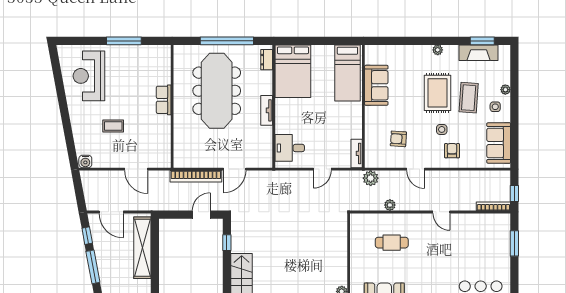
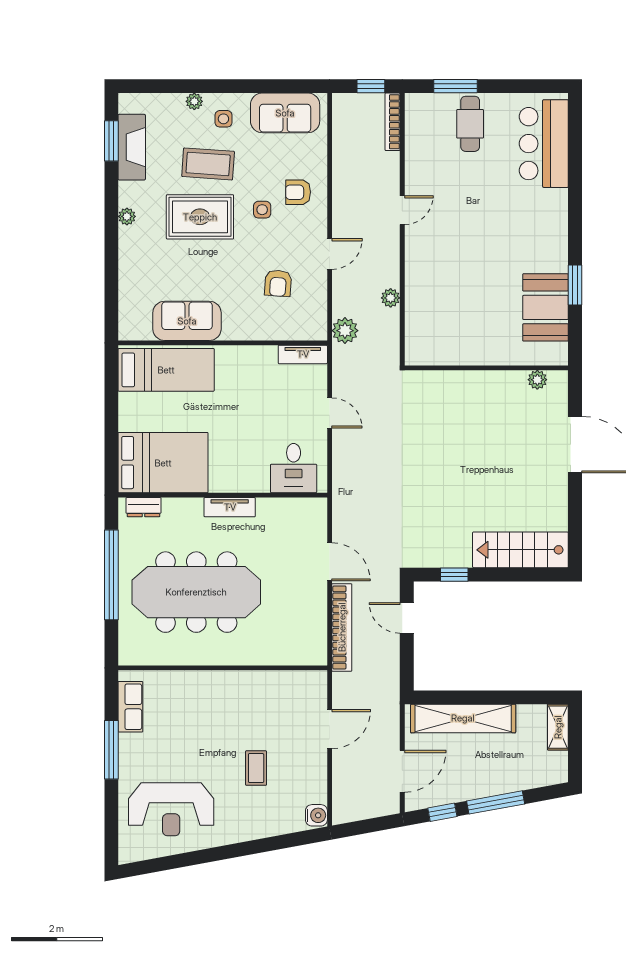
row of seats: (164, 100) -> (130, 707), moved, turned -90
cafe table: (392, 243) -> (470, 124), moved

